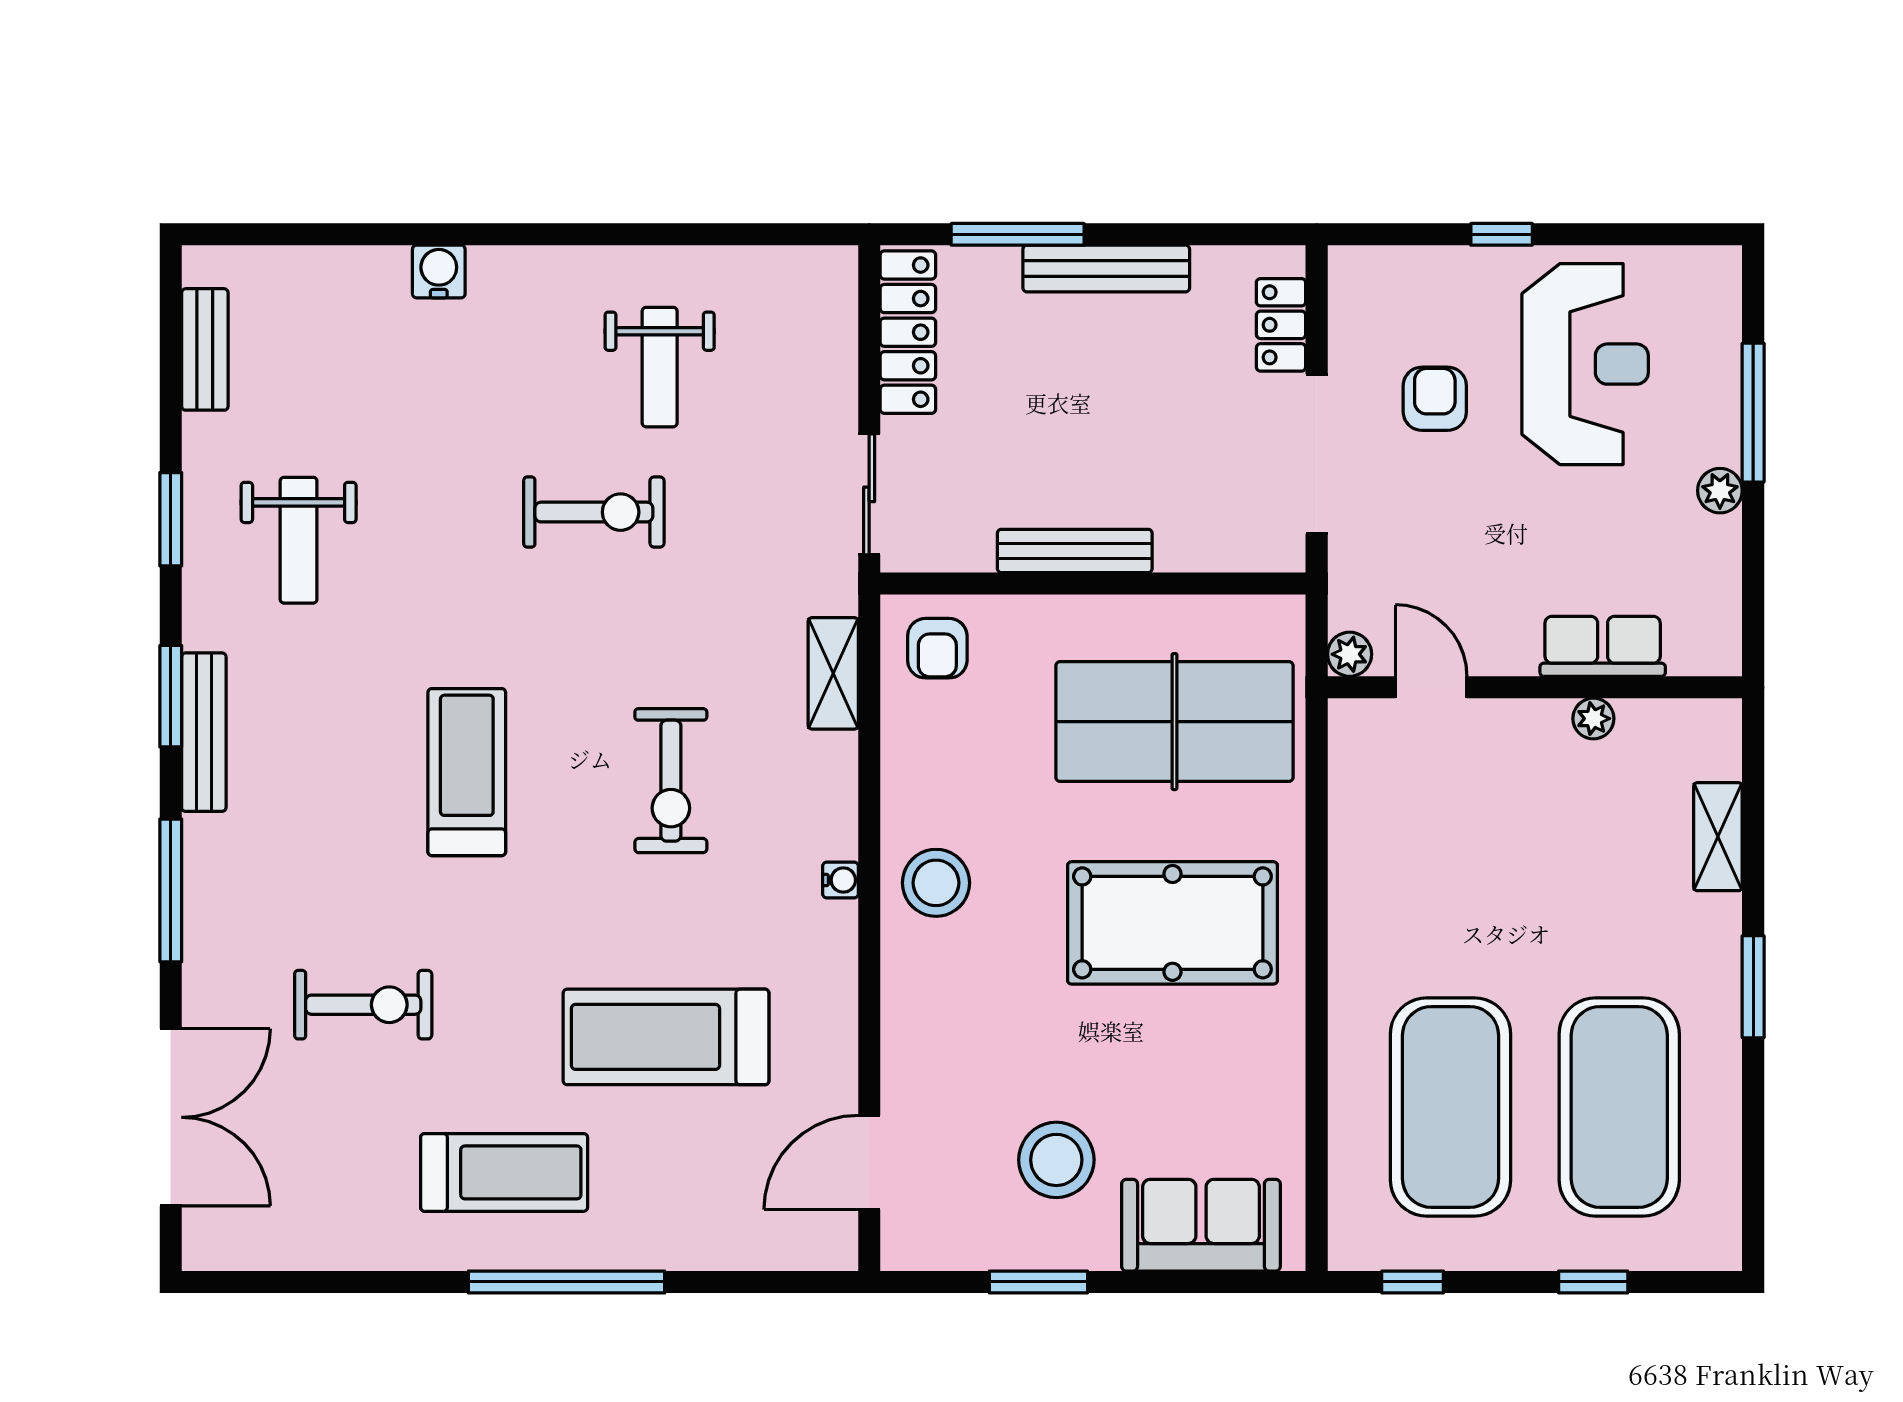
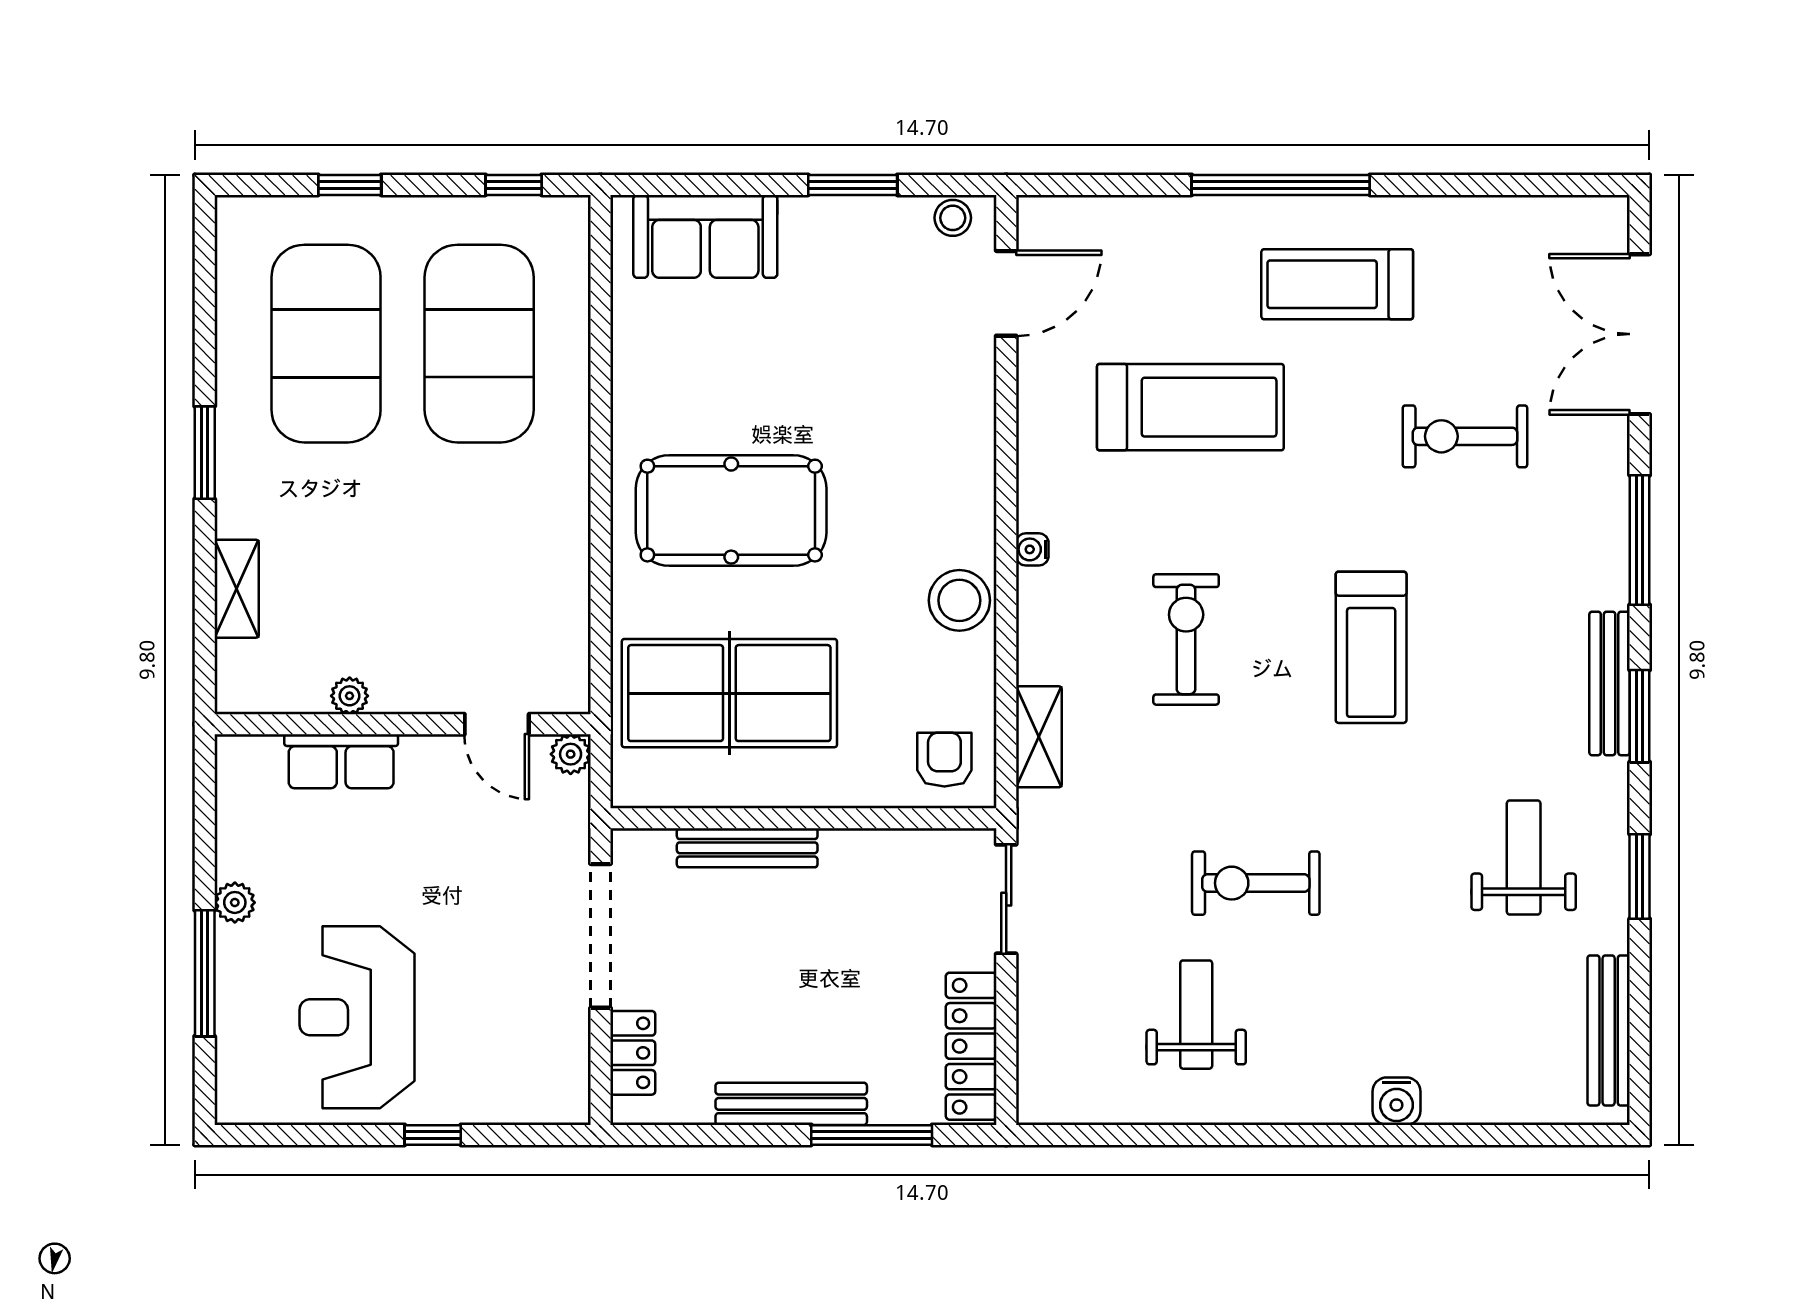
bench: (205, 349) -> (1609, 1030), width x1.36
armchair: (1435, 399) -> (493, 986), removed
bench: (1075, 551) -> (747, 848), moved
stool: (936, 883) -> (959, 600), moved
stool: (1056, 1160) -> (953, 218), moved, width x0.53, depth x0.53

